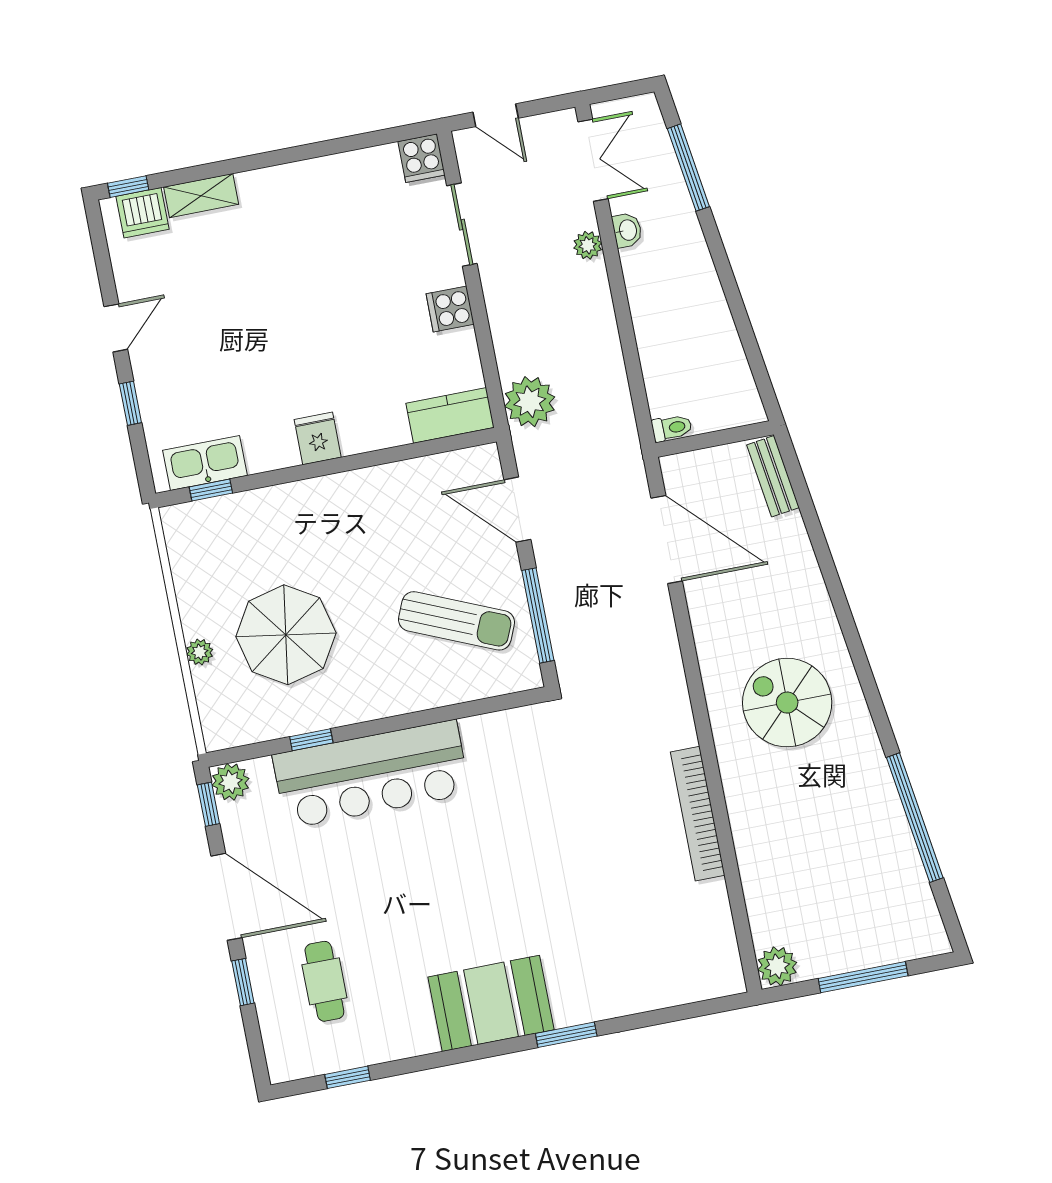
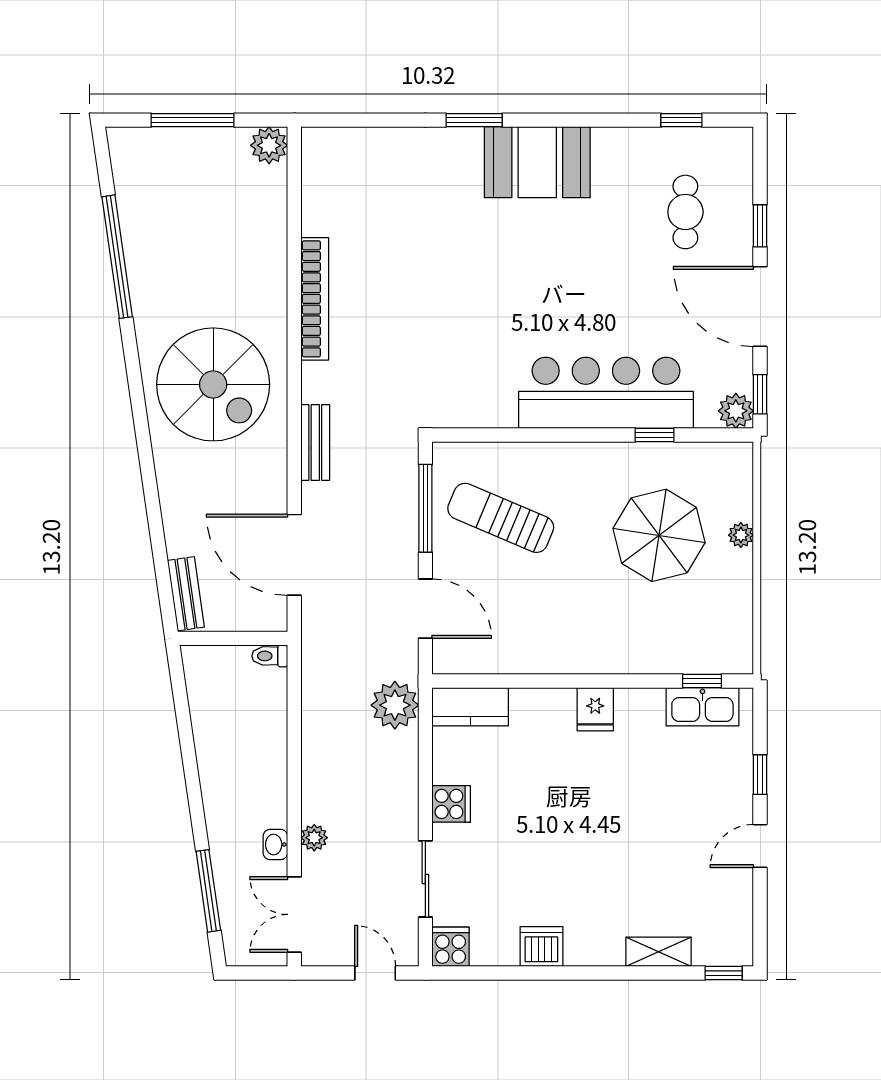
dishwasher: (143, 213) -> (541, 946), moved
bench: (668, 662) -> (315, 442), added
spiral stairs: (787, 703) -> (213, 384), width x1.37, depth x1.37

